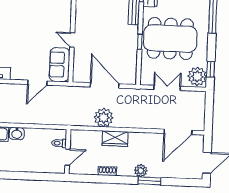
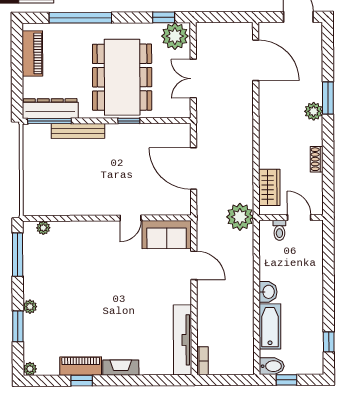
door: (105, 85) -> (194, 169), hinge flipped
plant: (104, 118) -> (240, 217), moved
wardrobe: (115, 139) -> (269, 187), moved

